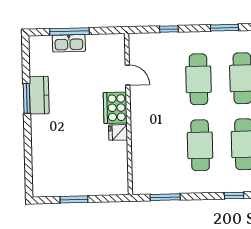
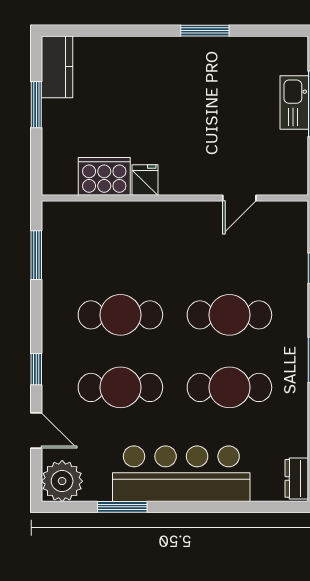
kitchen counter: (39, 95) -> (57, 67), moved, turned -90
cooker: (115, 108) -> (104, 176), moved

